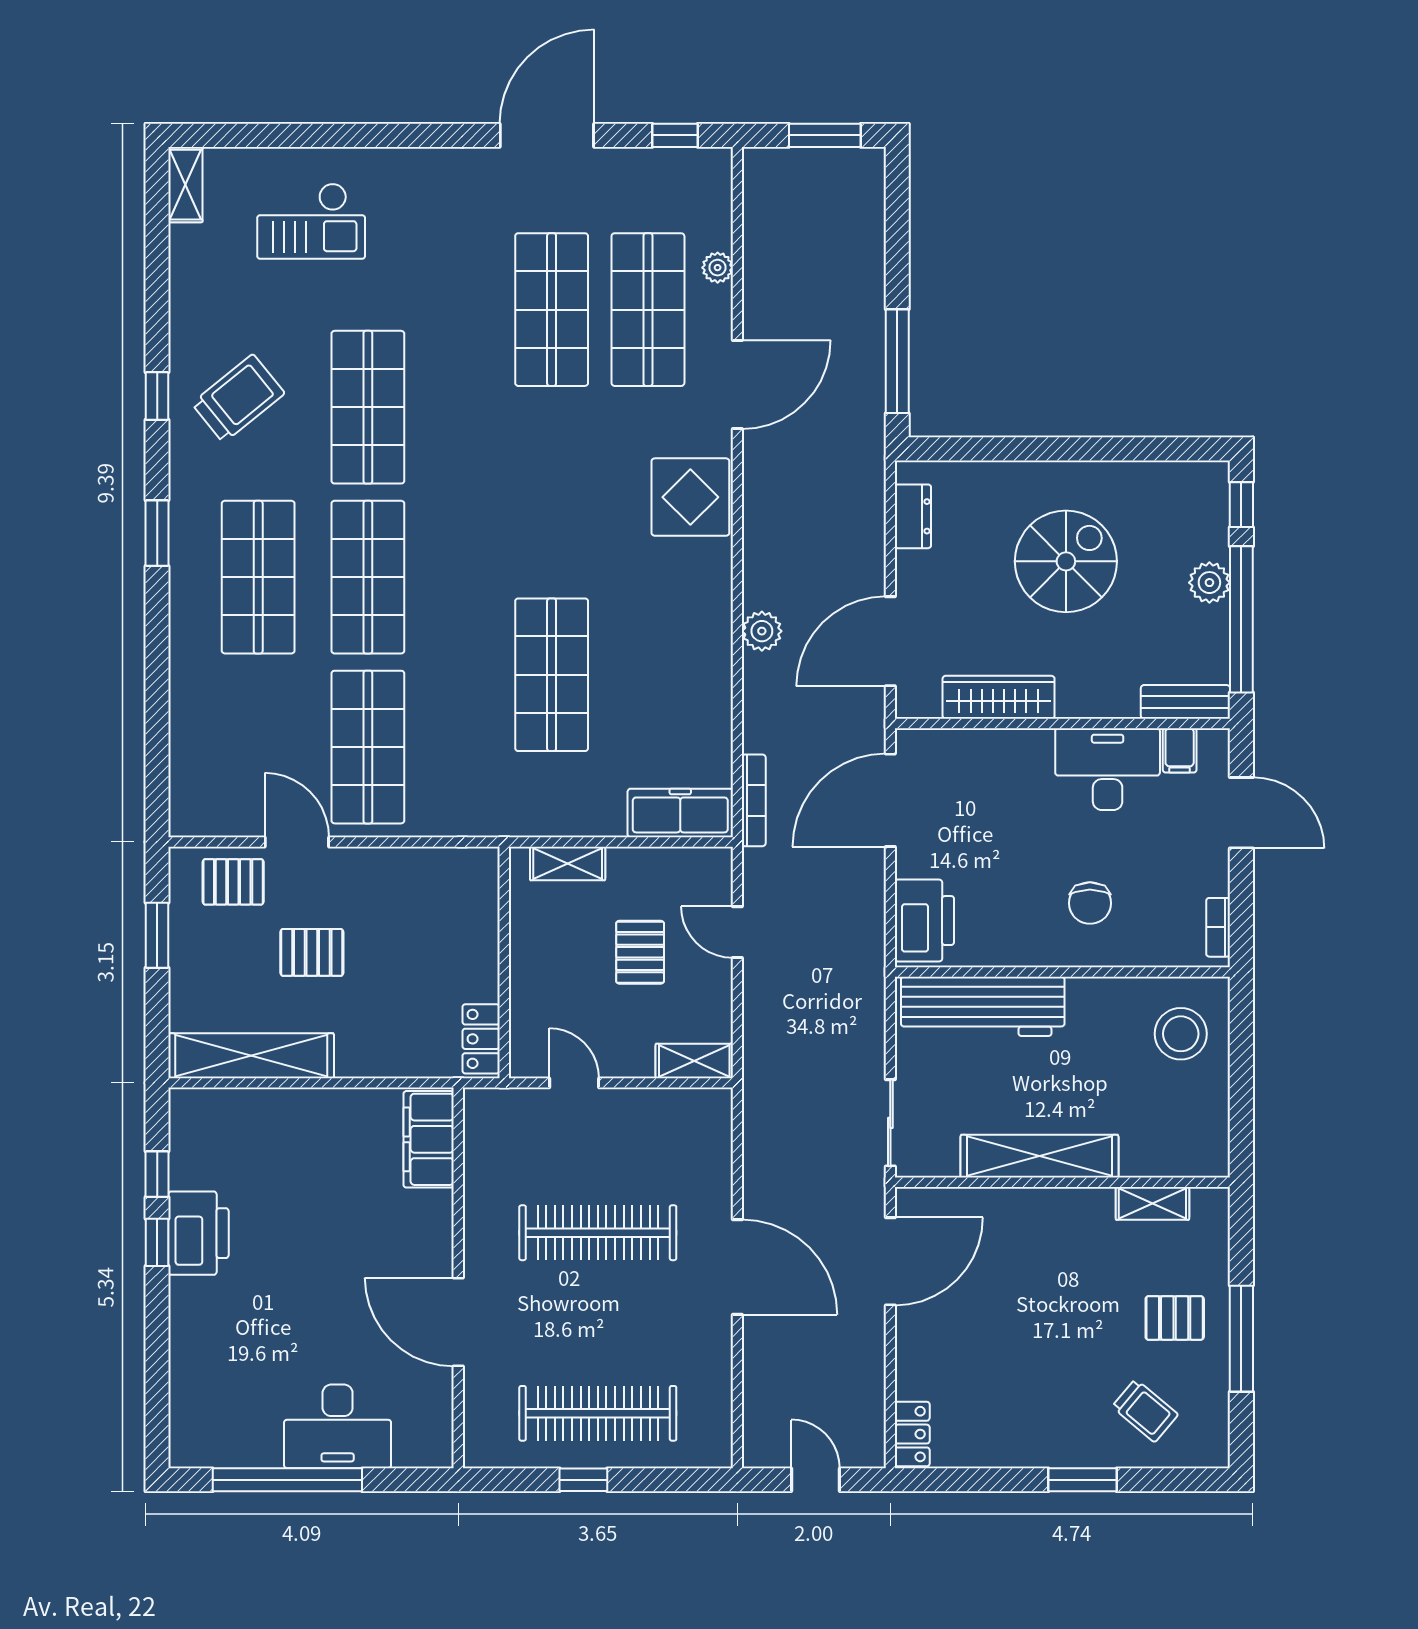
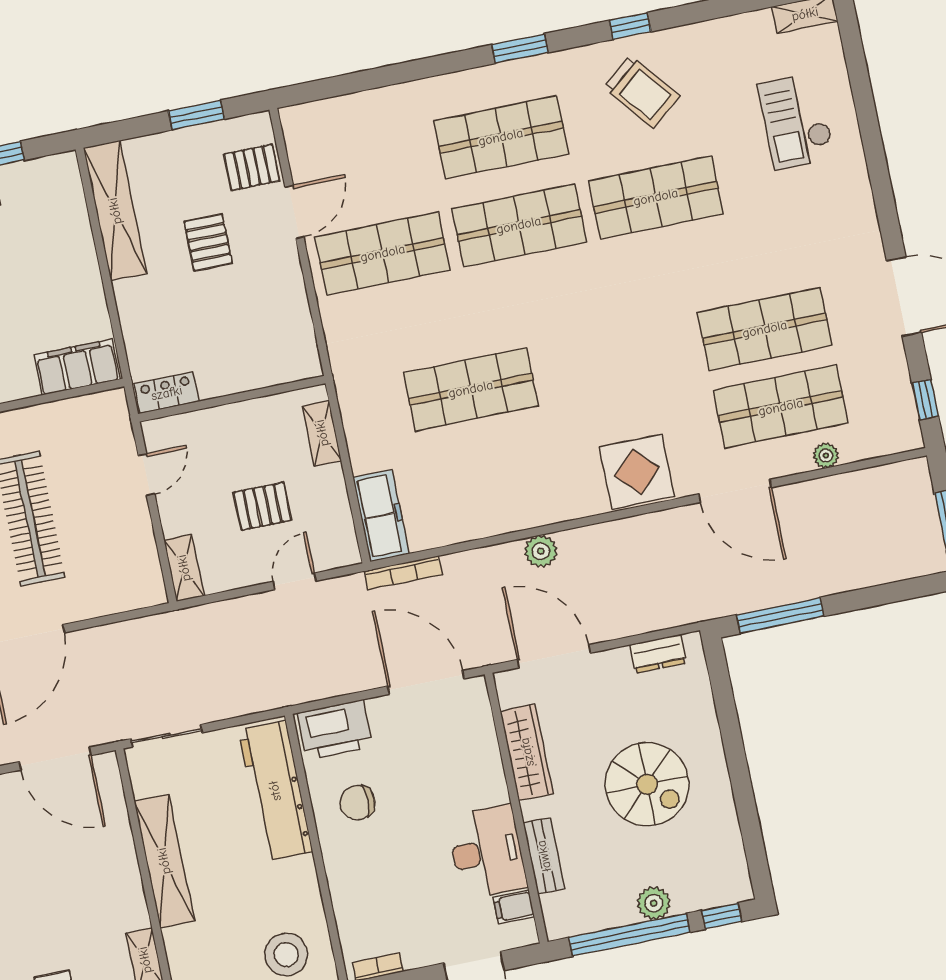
bench: (1185, 702) -> (544, 856), moved
pallet: (233, 882) -> (252, 167), turned 90
chair: (1090, 903) -> (357, 803), moved

